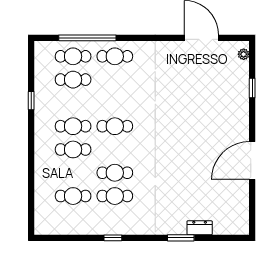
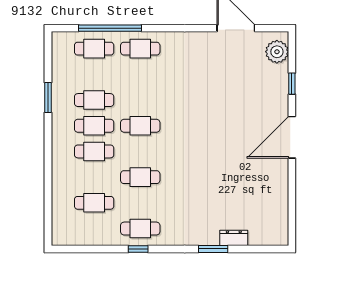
plant: (244, 54) -> (277, 52), width x1.87, depth x1.87
cafe table: (73, 80) -> (94, 100), moved
window: (31, 101) -> (48, 98), width x1.50
door: (252, 161) -> (292, 137), moved
cafe table: (115, 196) -> (140, 229), moved

